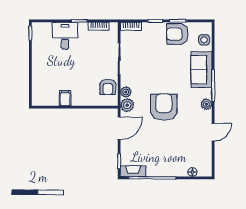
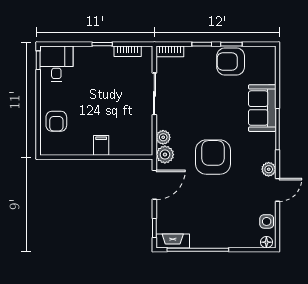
desk: (65, 36) -> (56, 64), moved
side table: (204, 40) -> (267, 221), moved
armchair: (108, 87) -> (56, 121), moved
filing cabinet: (65, 98) -> (101, 145), moved
plant: (206, 104) -> (269, 169), moved
floor lamp: (192, 172) -> (266, 242), moved

